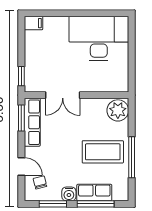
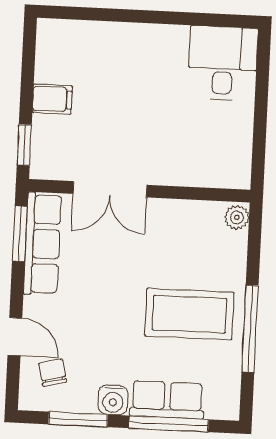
filing cabinet: (34, 23) -> (52, 99), moved
desk: (99, 39) -> (223, 63), width x0.53, depth x0.77
plant: (118, 110) -> (237, 217), width x0.53, depth x0.53

